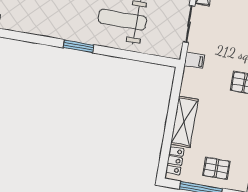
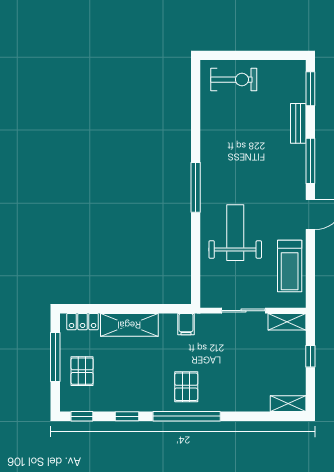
window: (79, 46) -> (196, 187), width x1.44
filing cabinet: (194, 60) -> (186, 324), moved

